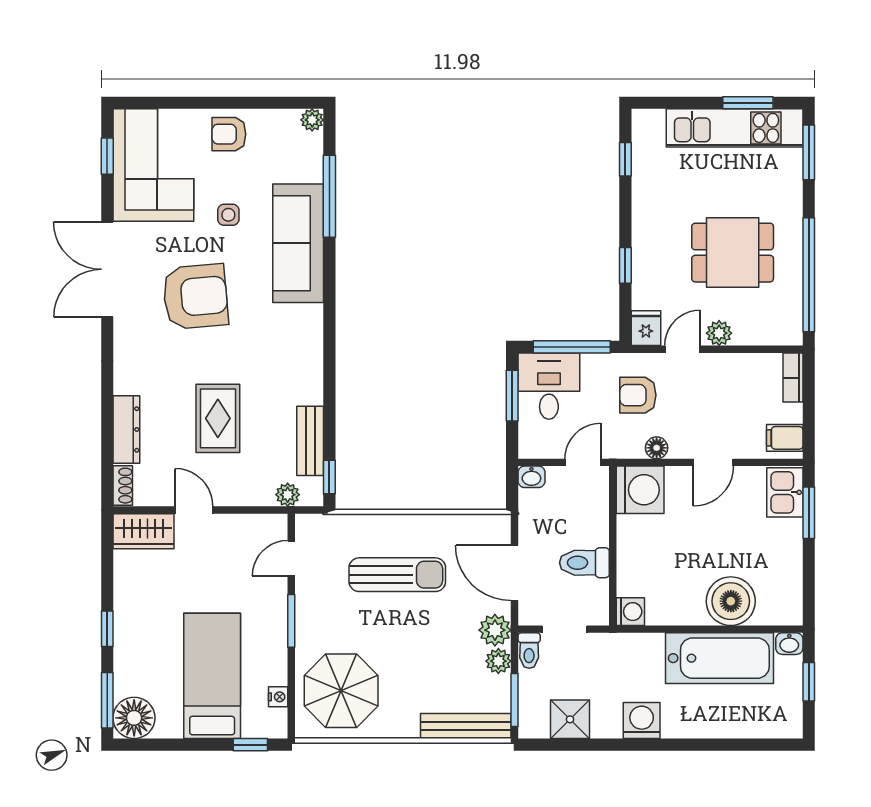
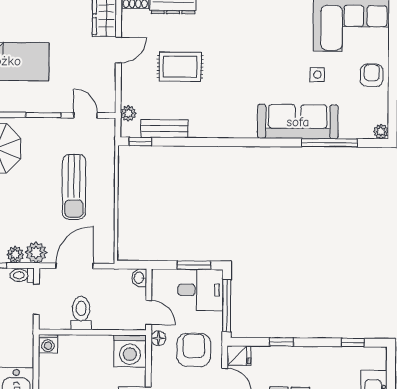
armchair: (195, 297) -> (262, 52), removed
armchair: (638, 395) -> (194, 350), width x1.38, depth x1.38
floor lamp: (657, 448) -> (158, 338), moved

